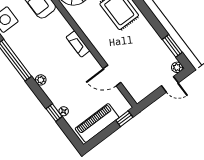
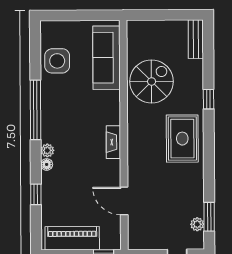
plant: (177, 67) -> (197, 224), moved
floor lamp: (64, 111) -> (47, 164), moved

